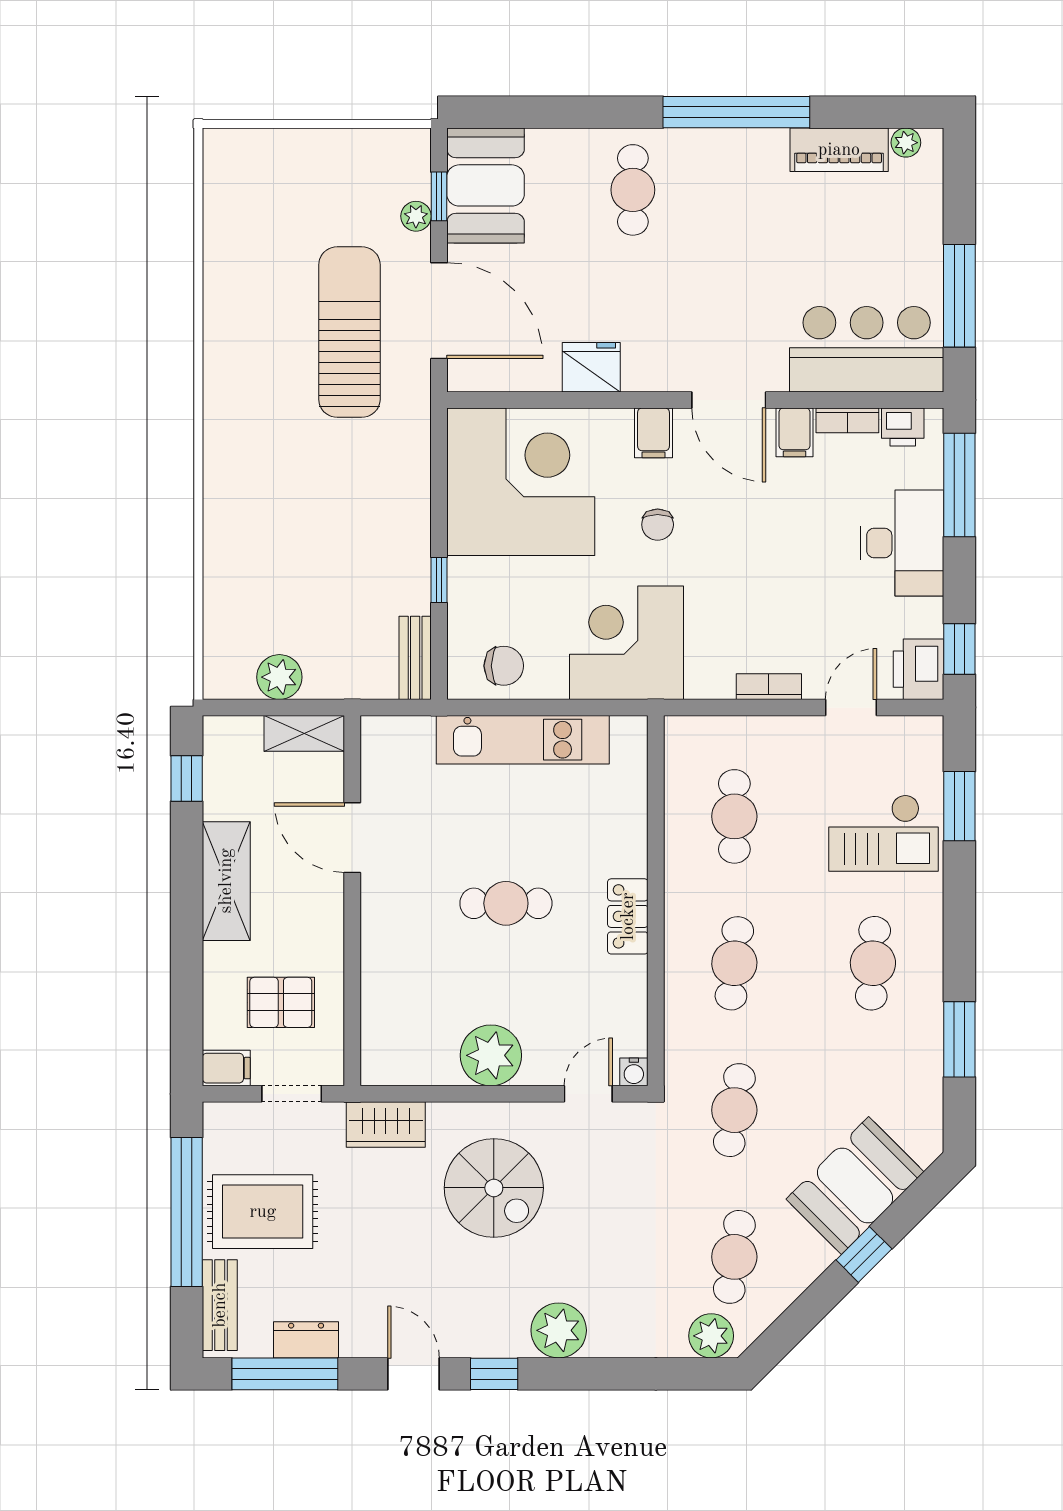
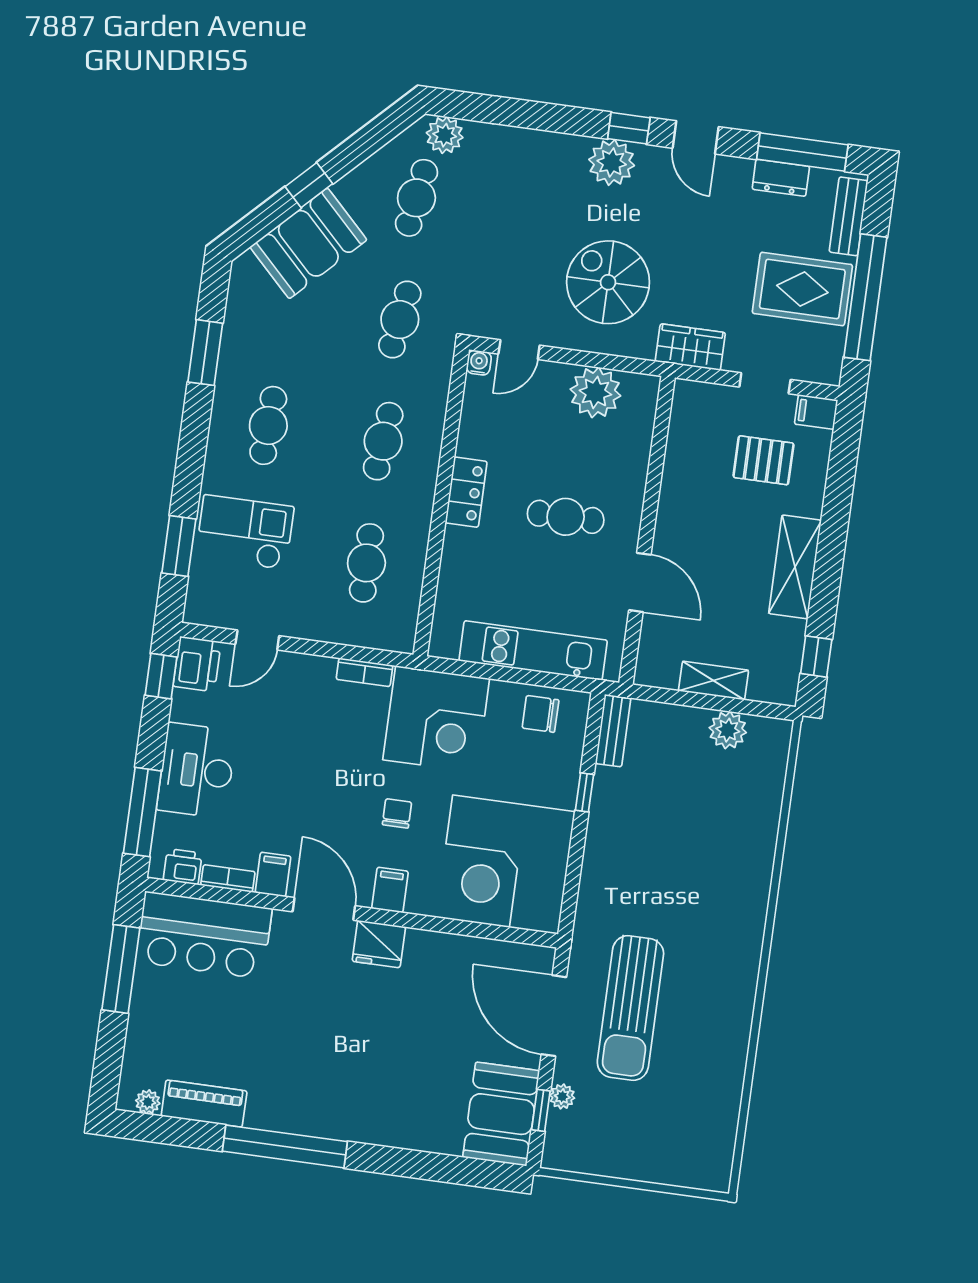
cafe table: (633, 190) -> (380, 1094), removed
fridge: (591, 367) -> (379, 944), moved
bookcase: (769, 687) -> (364, 672), moved
door: (352, 838) -> (640, 582), moved
wall: (352, 901) -> (647, 530), moved
plant: (559, 1330) -> (612, 163), moved

